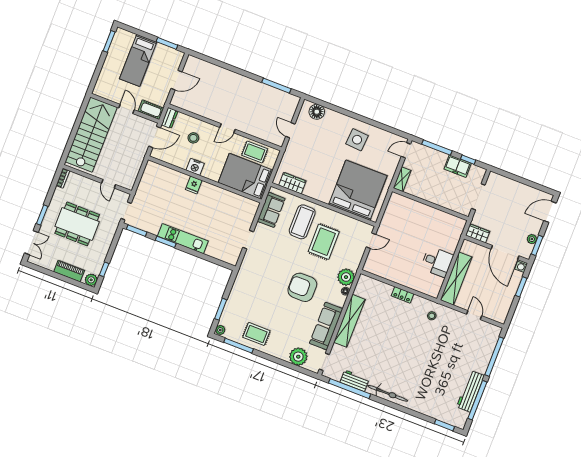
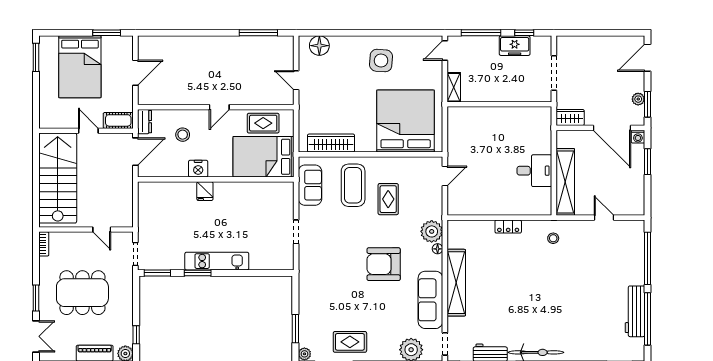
bed: (138, 60) -> (80, 67), width x1.50
wardrobe: (292, 183) -> (331, 143), width x1.50
rug: (324, 242) -> (388, 199), width x0.73, depth x0.70

